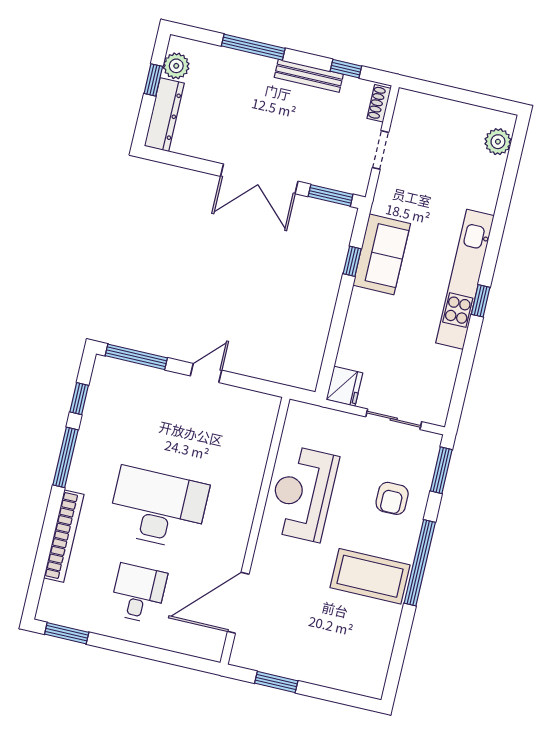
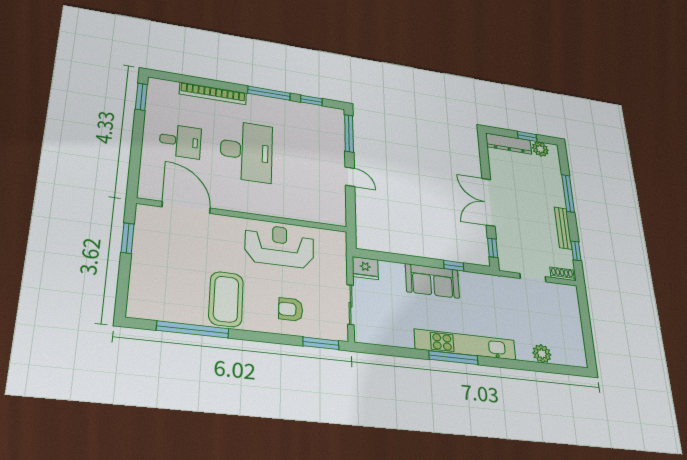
plant: (498, 142) -> (542, 354), moved
window: (331, 195) -> (493, 248), width x0.67
sofa: (382, 254) -> (432, 281), moved
window: (481, 301) -> (453, 358), width x2.17
window: (420, 563) -> (193, 329), moved

